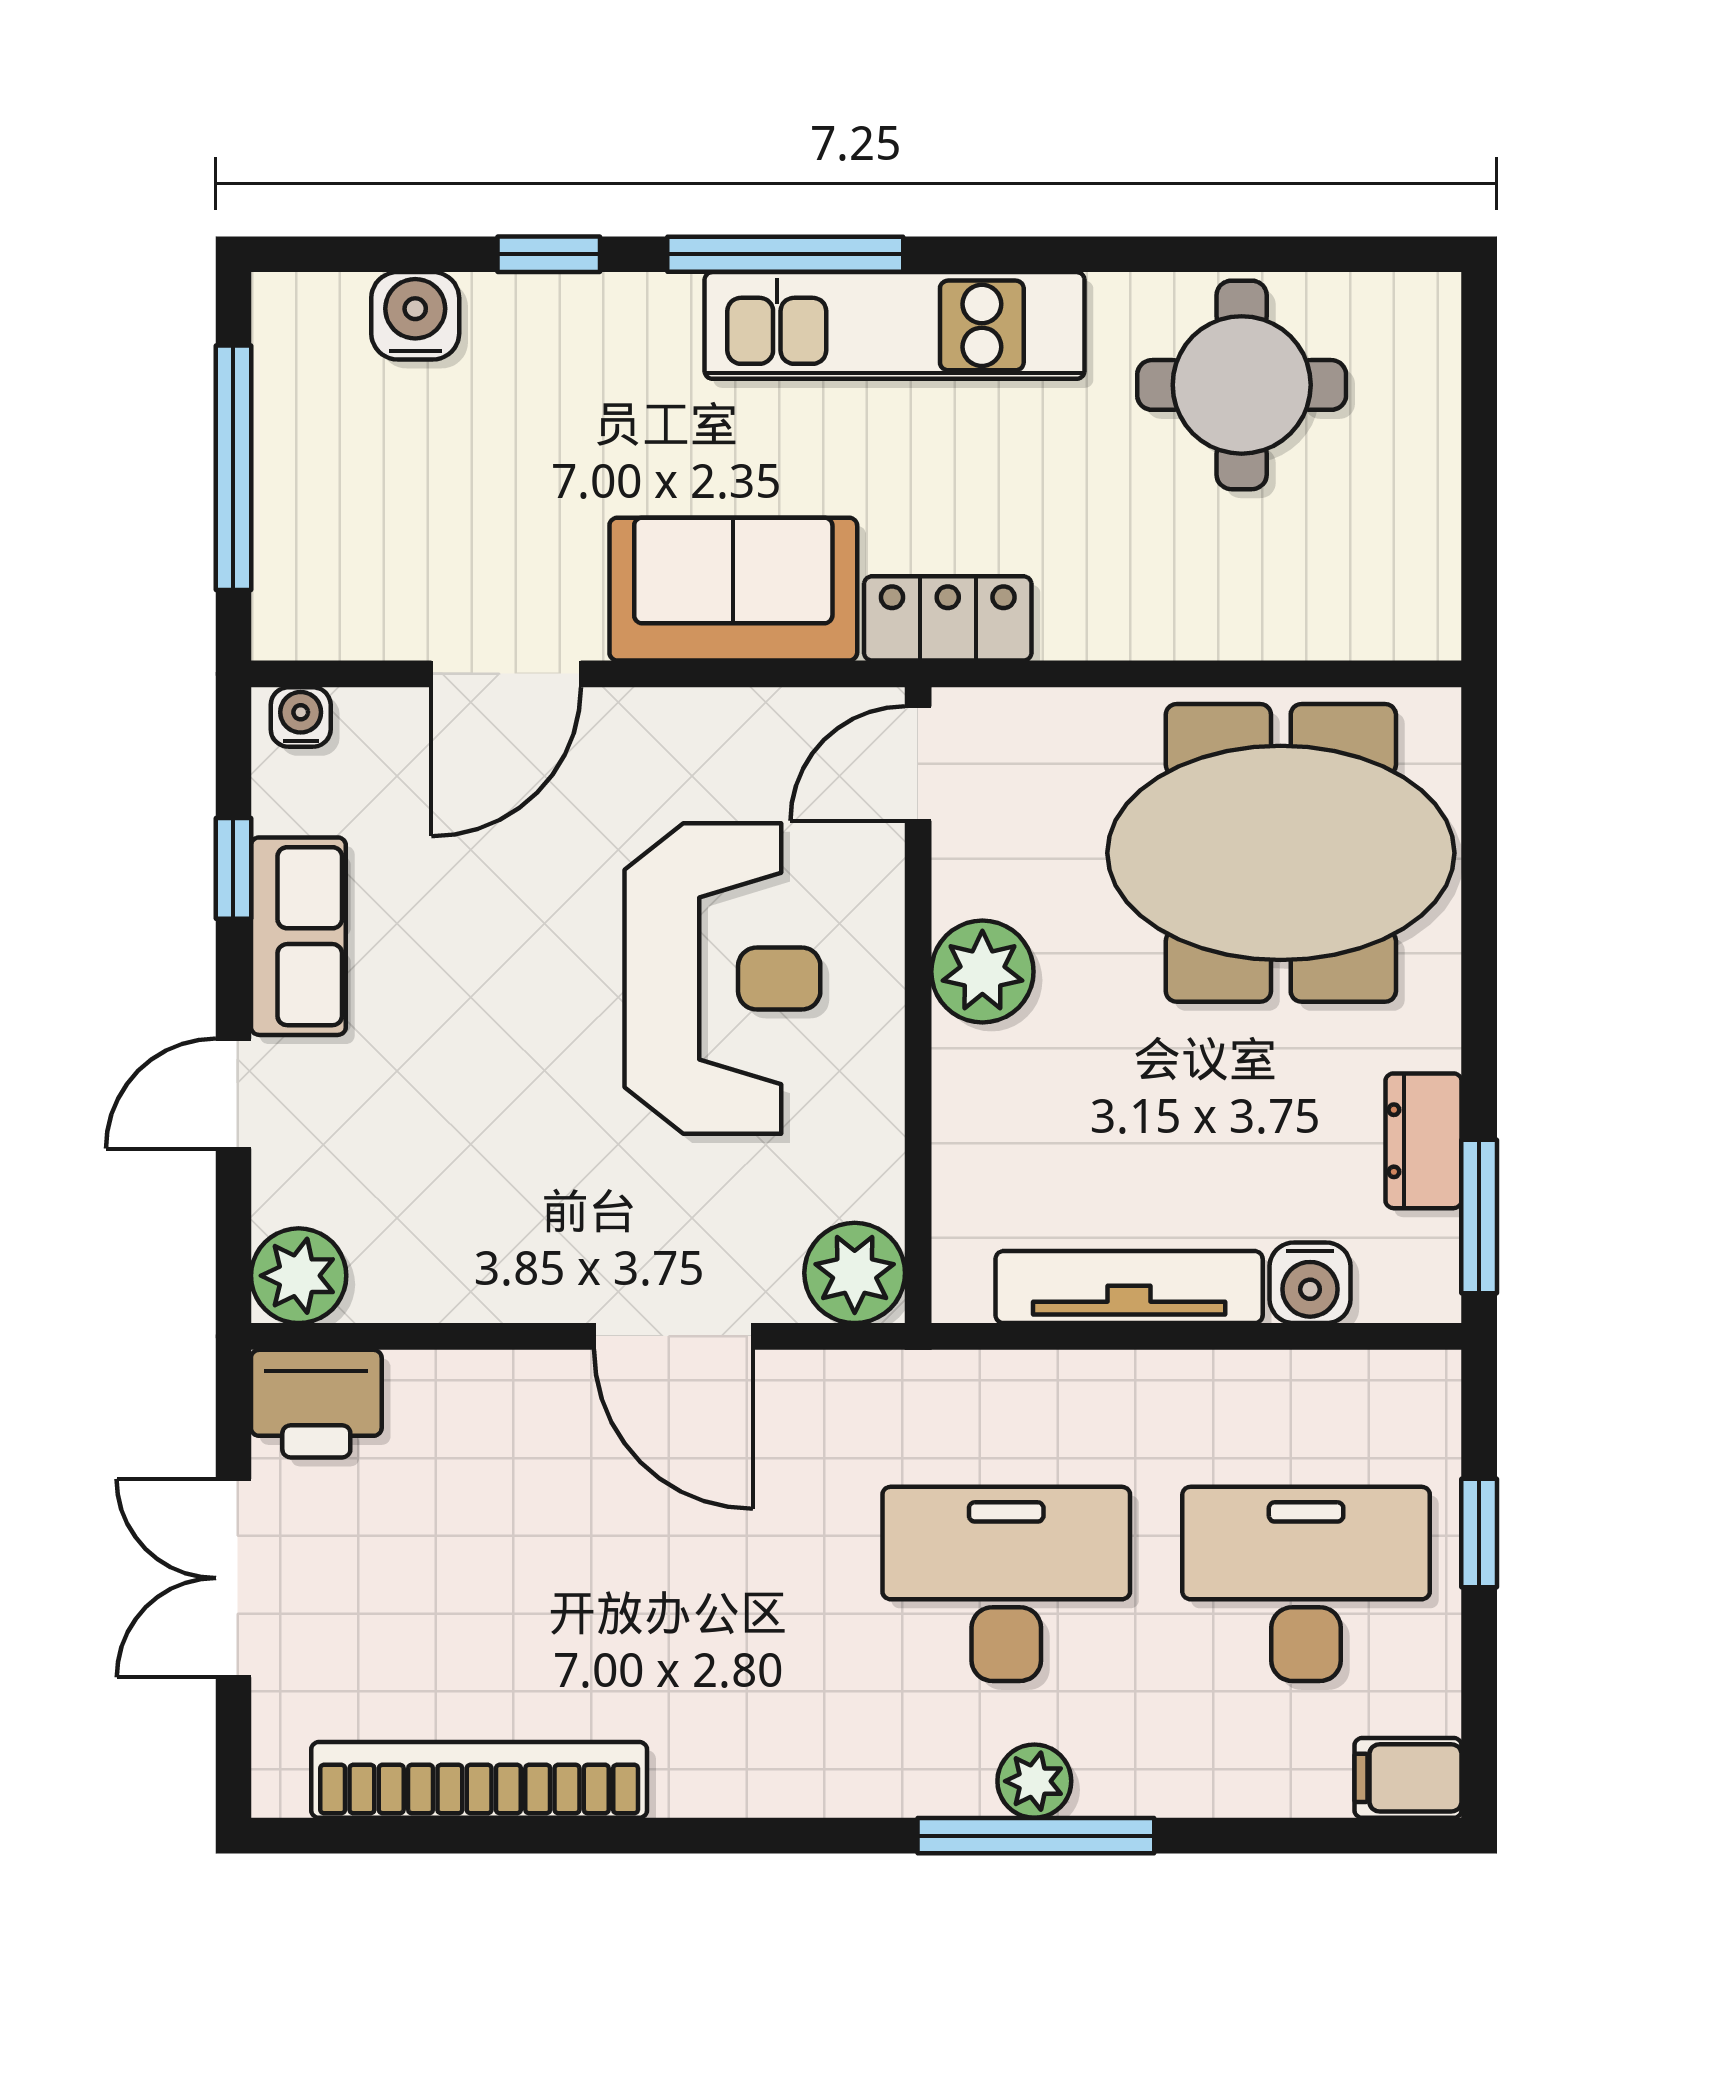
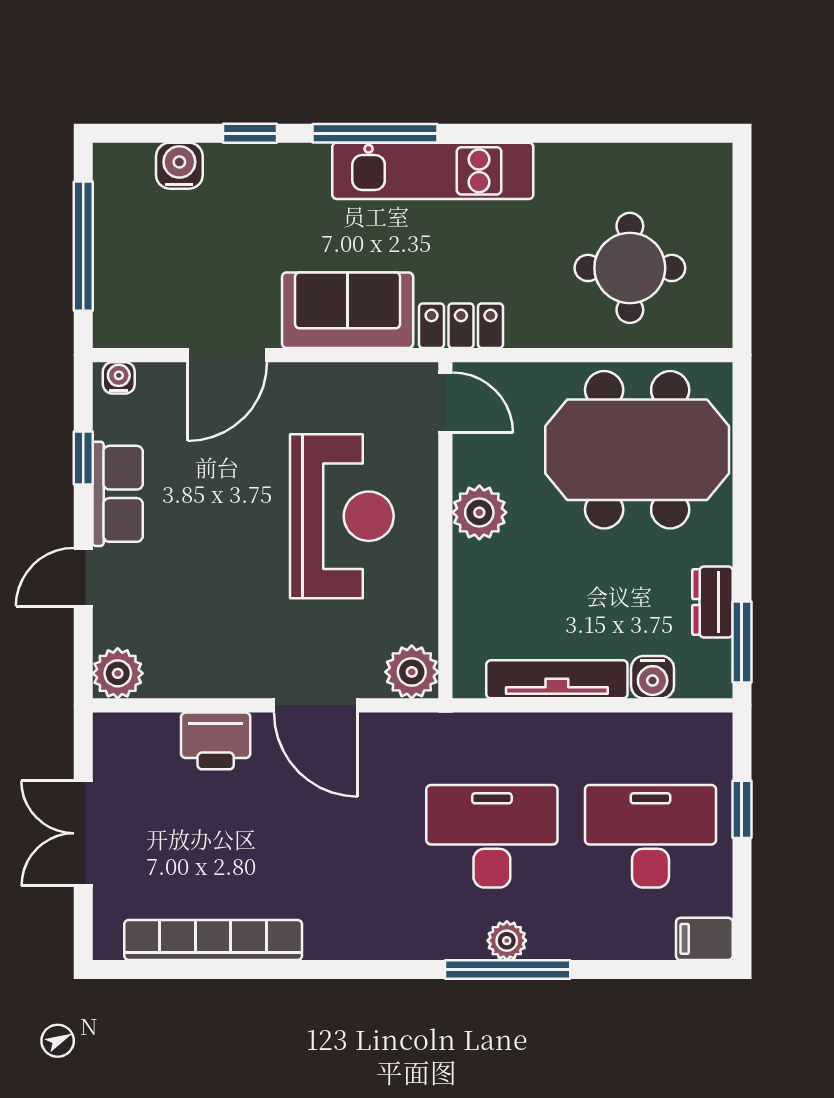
round table: (1242, 385) -> (630, 268), moved
door: (918, 764) -> (445, 403), swing flipped
printer: (316, 1404) -> (216, 741), moved

